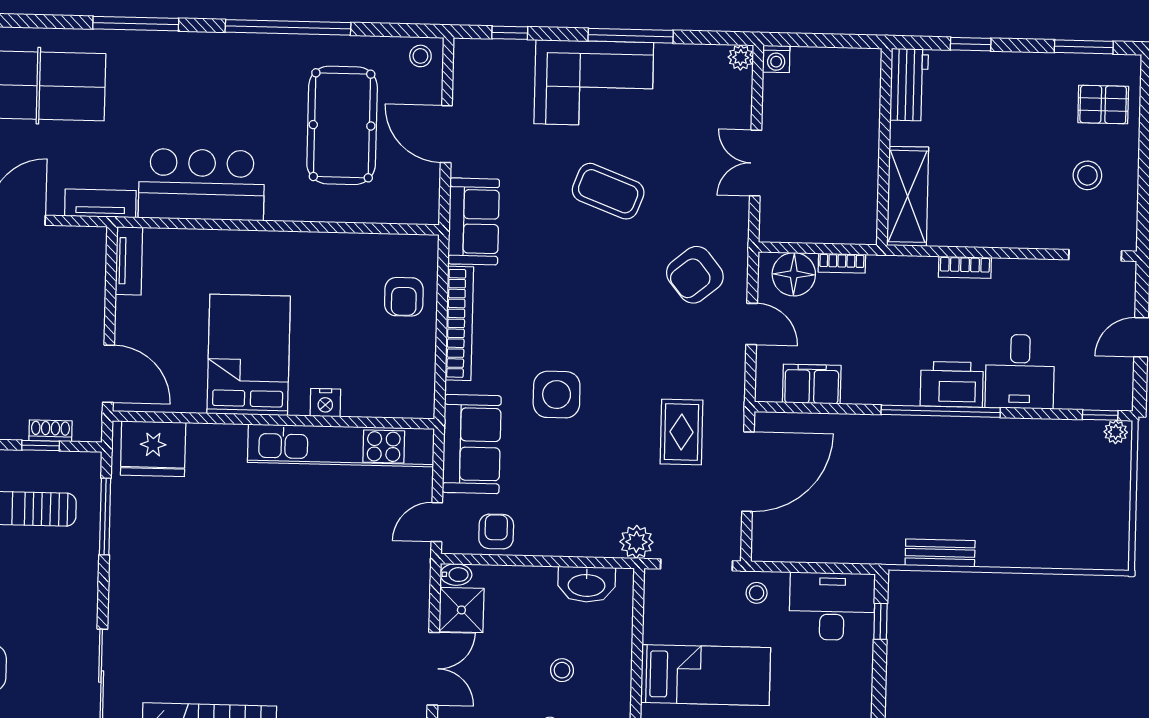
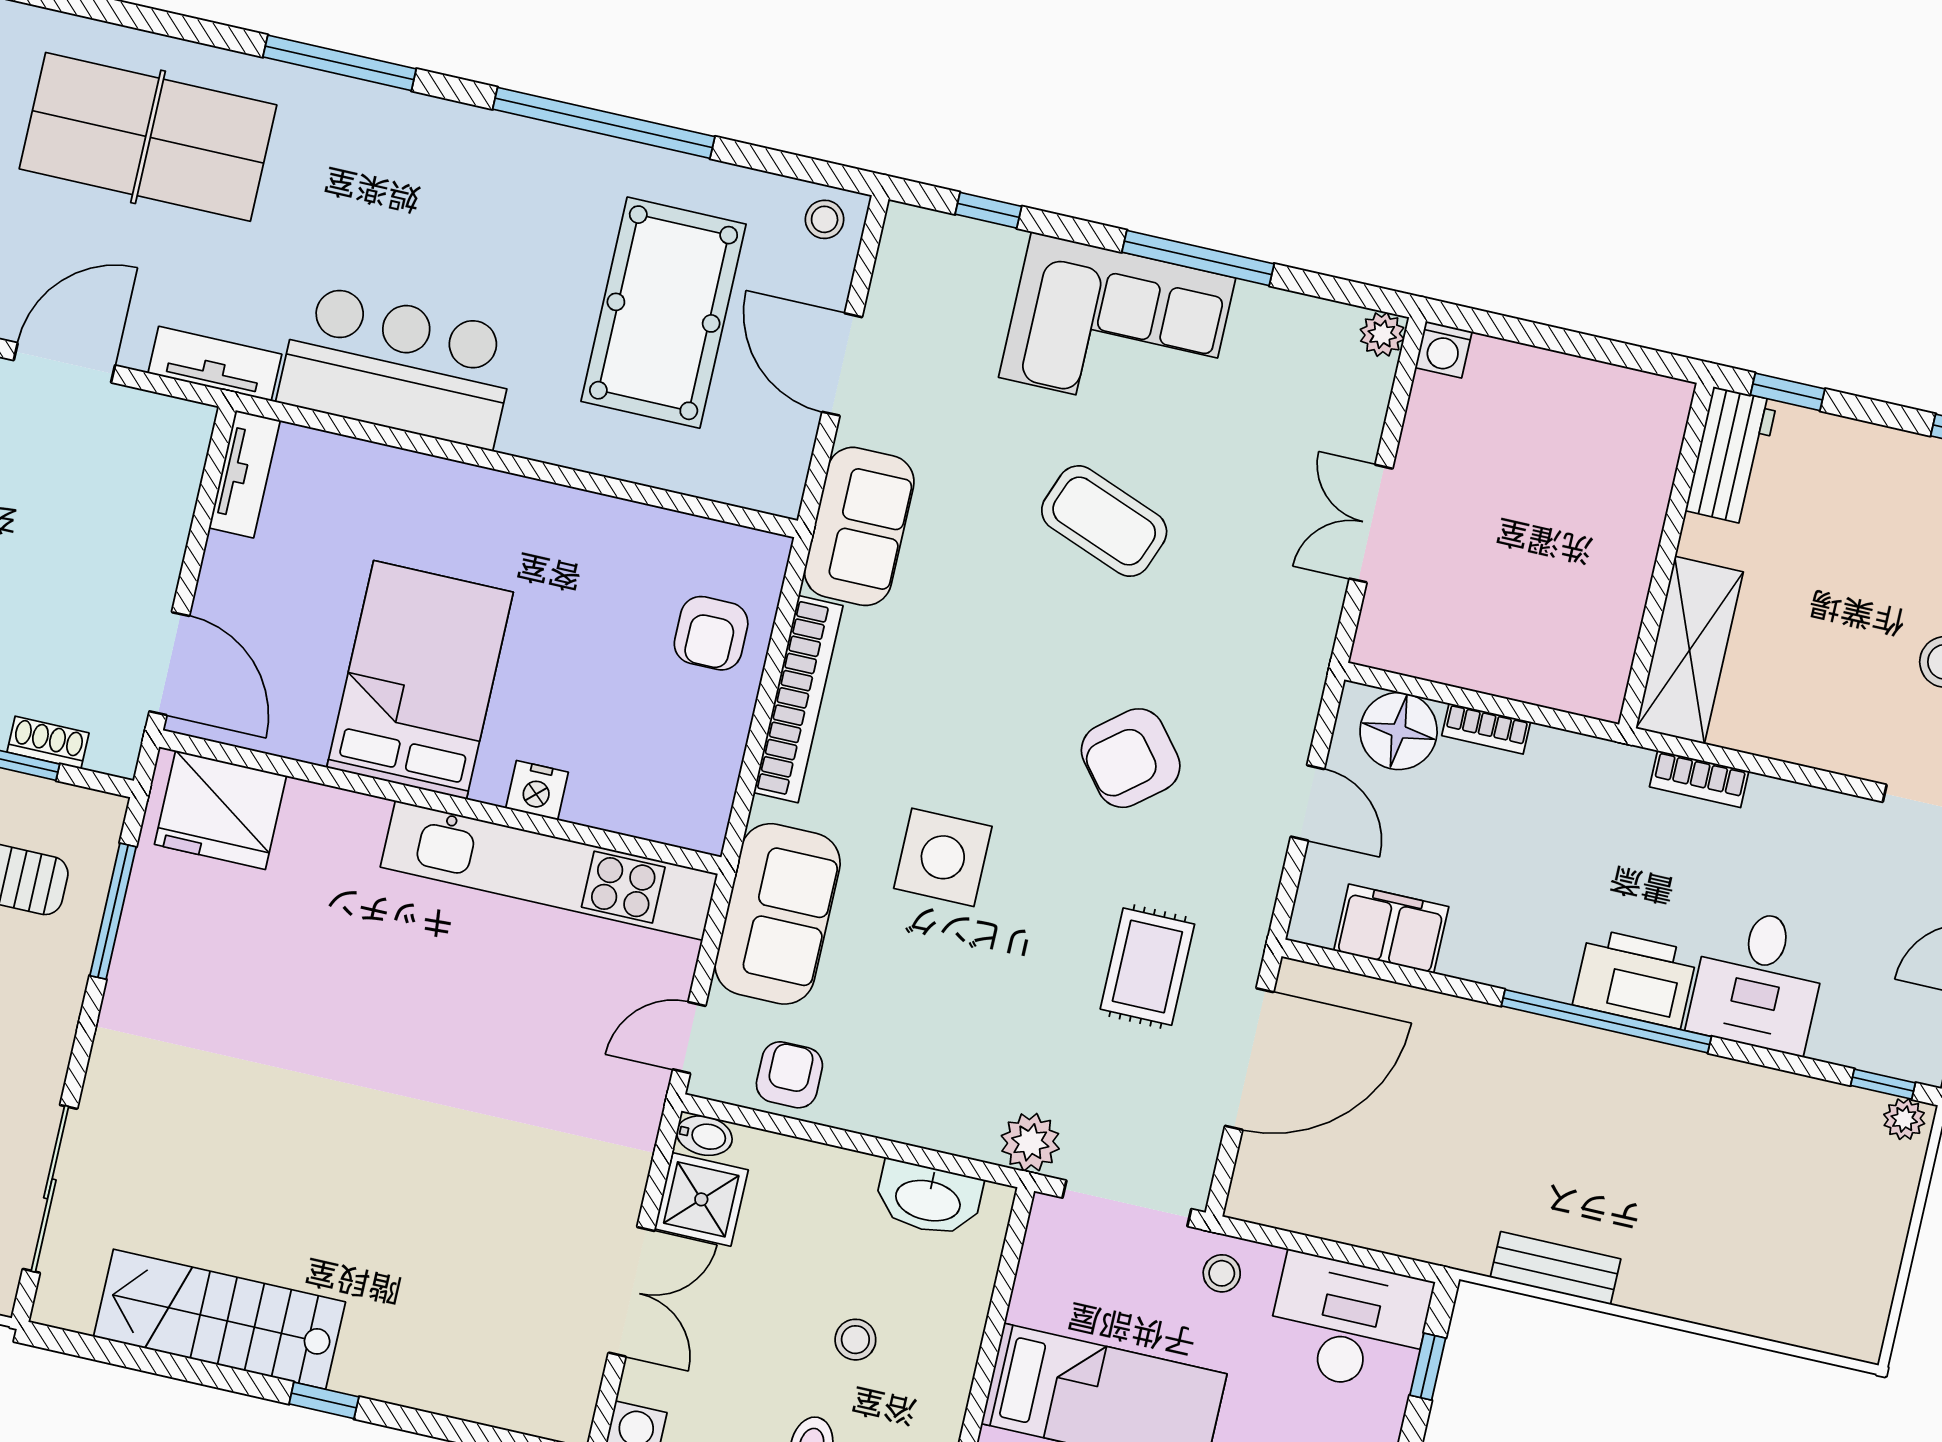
workbench: (909, 85) -> (1731, 456), moved
wall: (884, 147) -> (1666, 555), moved
shelving: (908, 196) -> (1689, 650), moved
armchair: (695, 275) -> (1131, 758), moved

